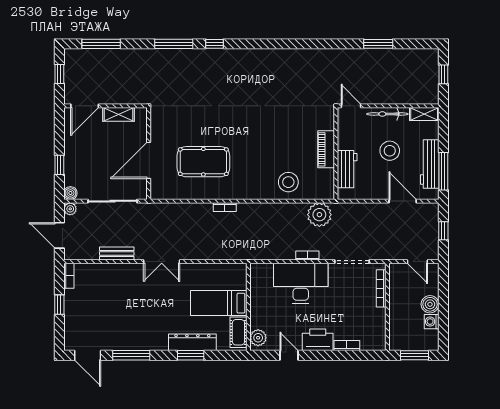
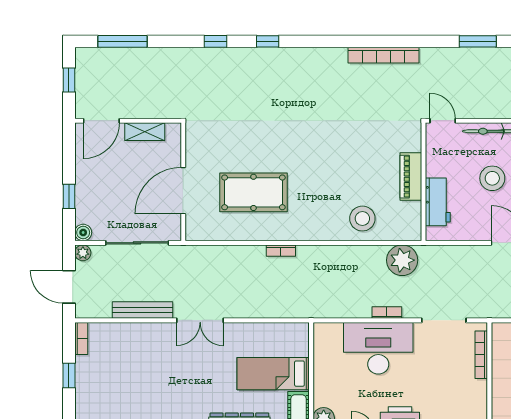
window: (174, 44) -> (216, 41), width x0.46
bookcase: (305, 55) -> (384, 55), added
bench: (117, 253) -> (143, 310), width x1.36

